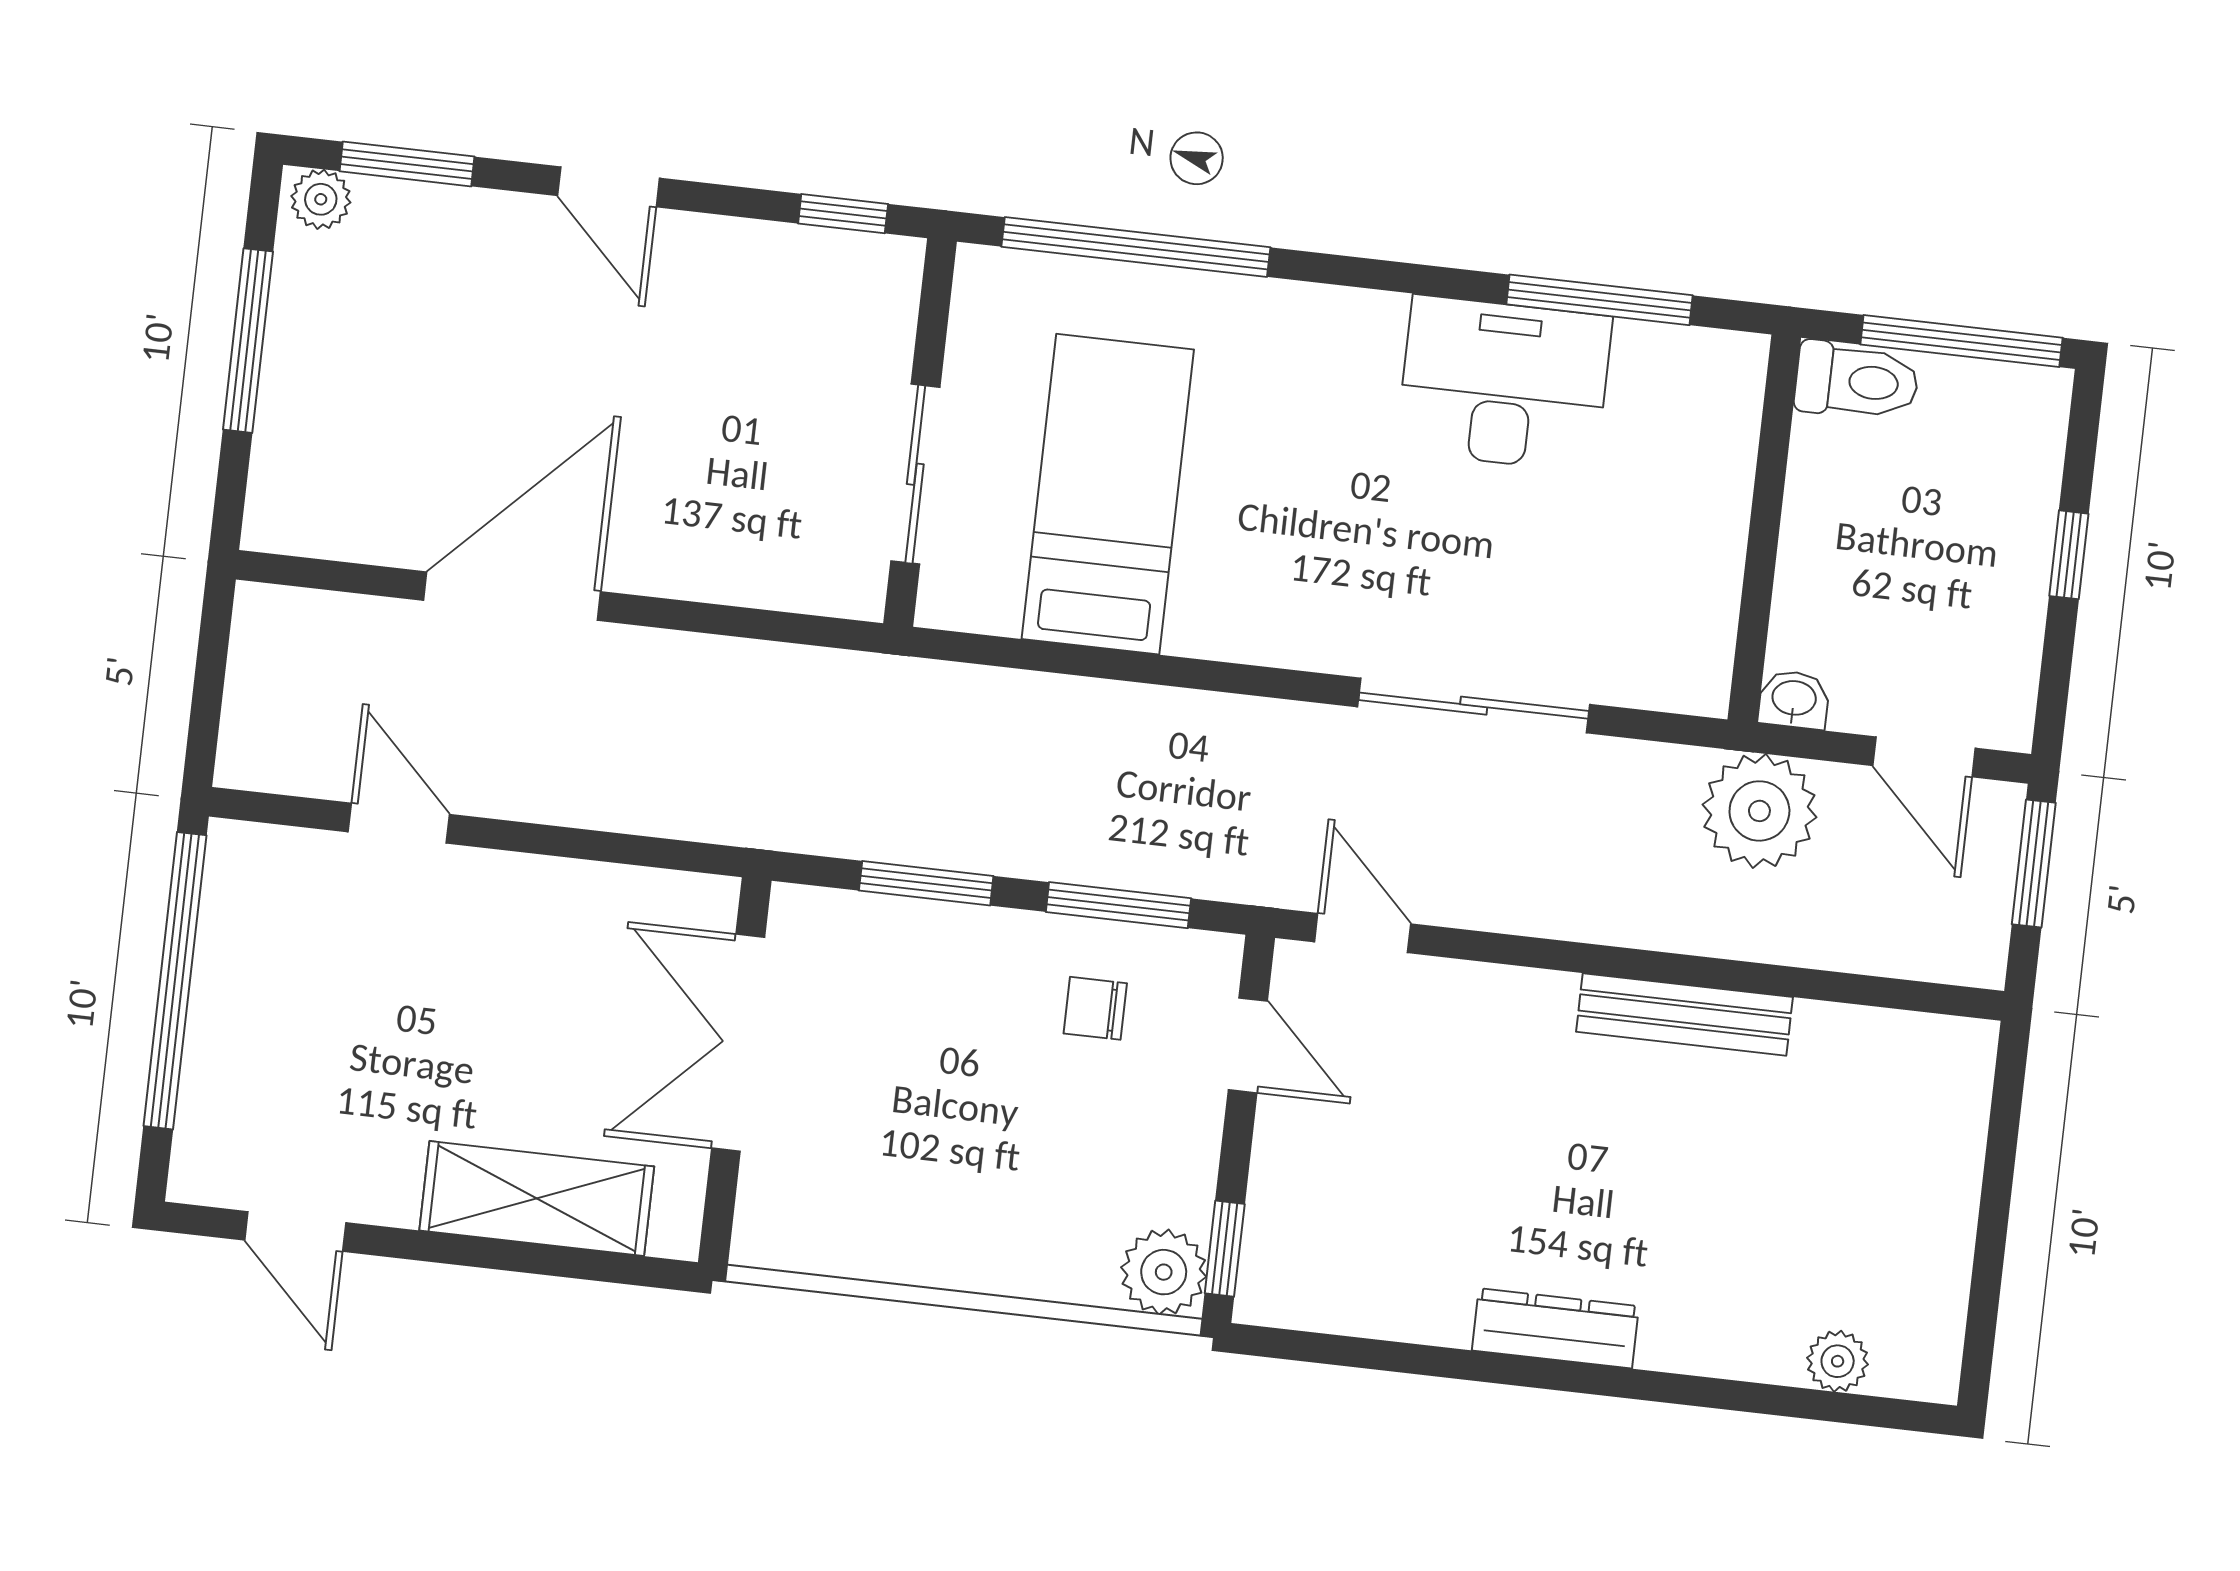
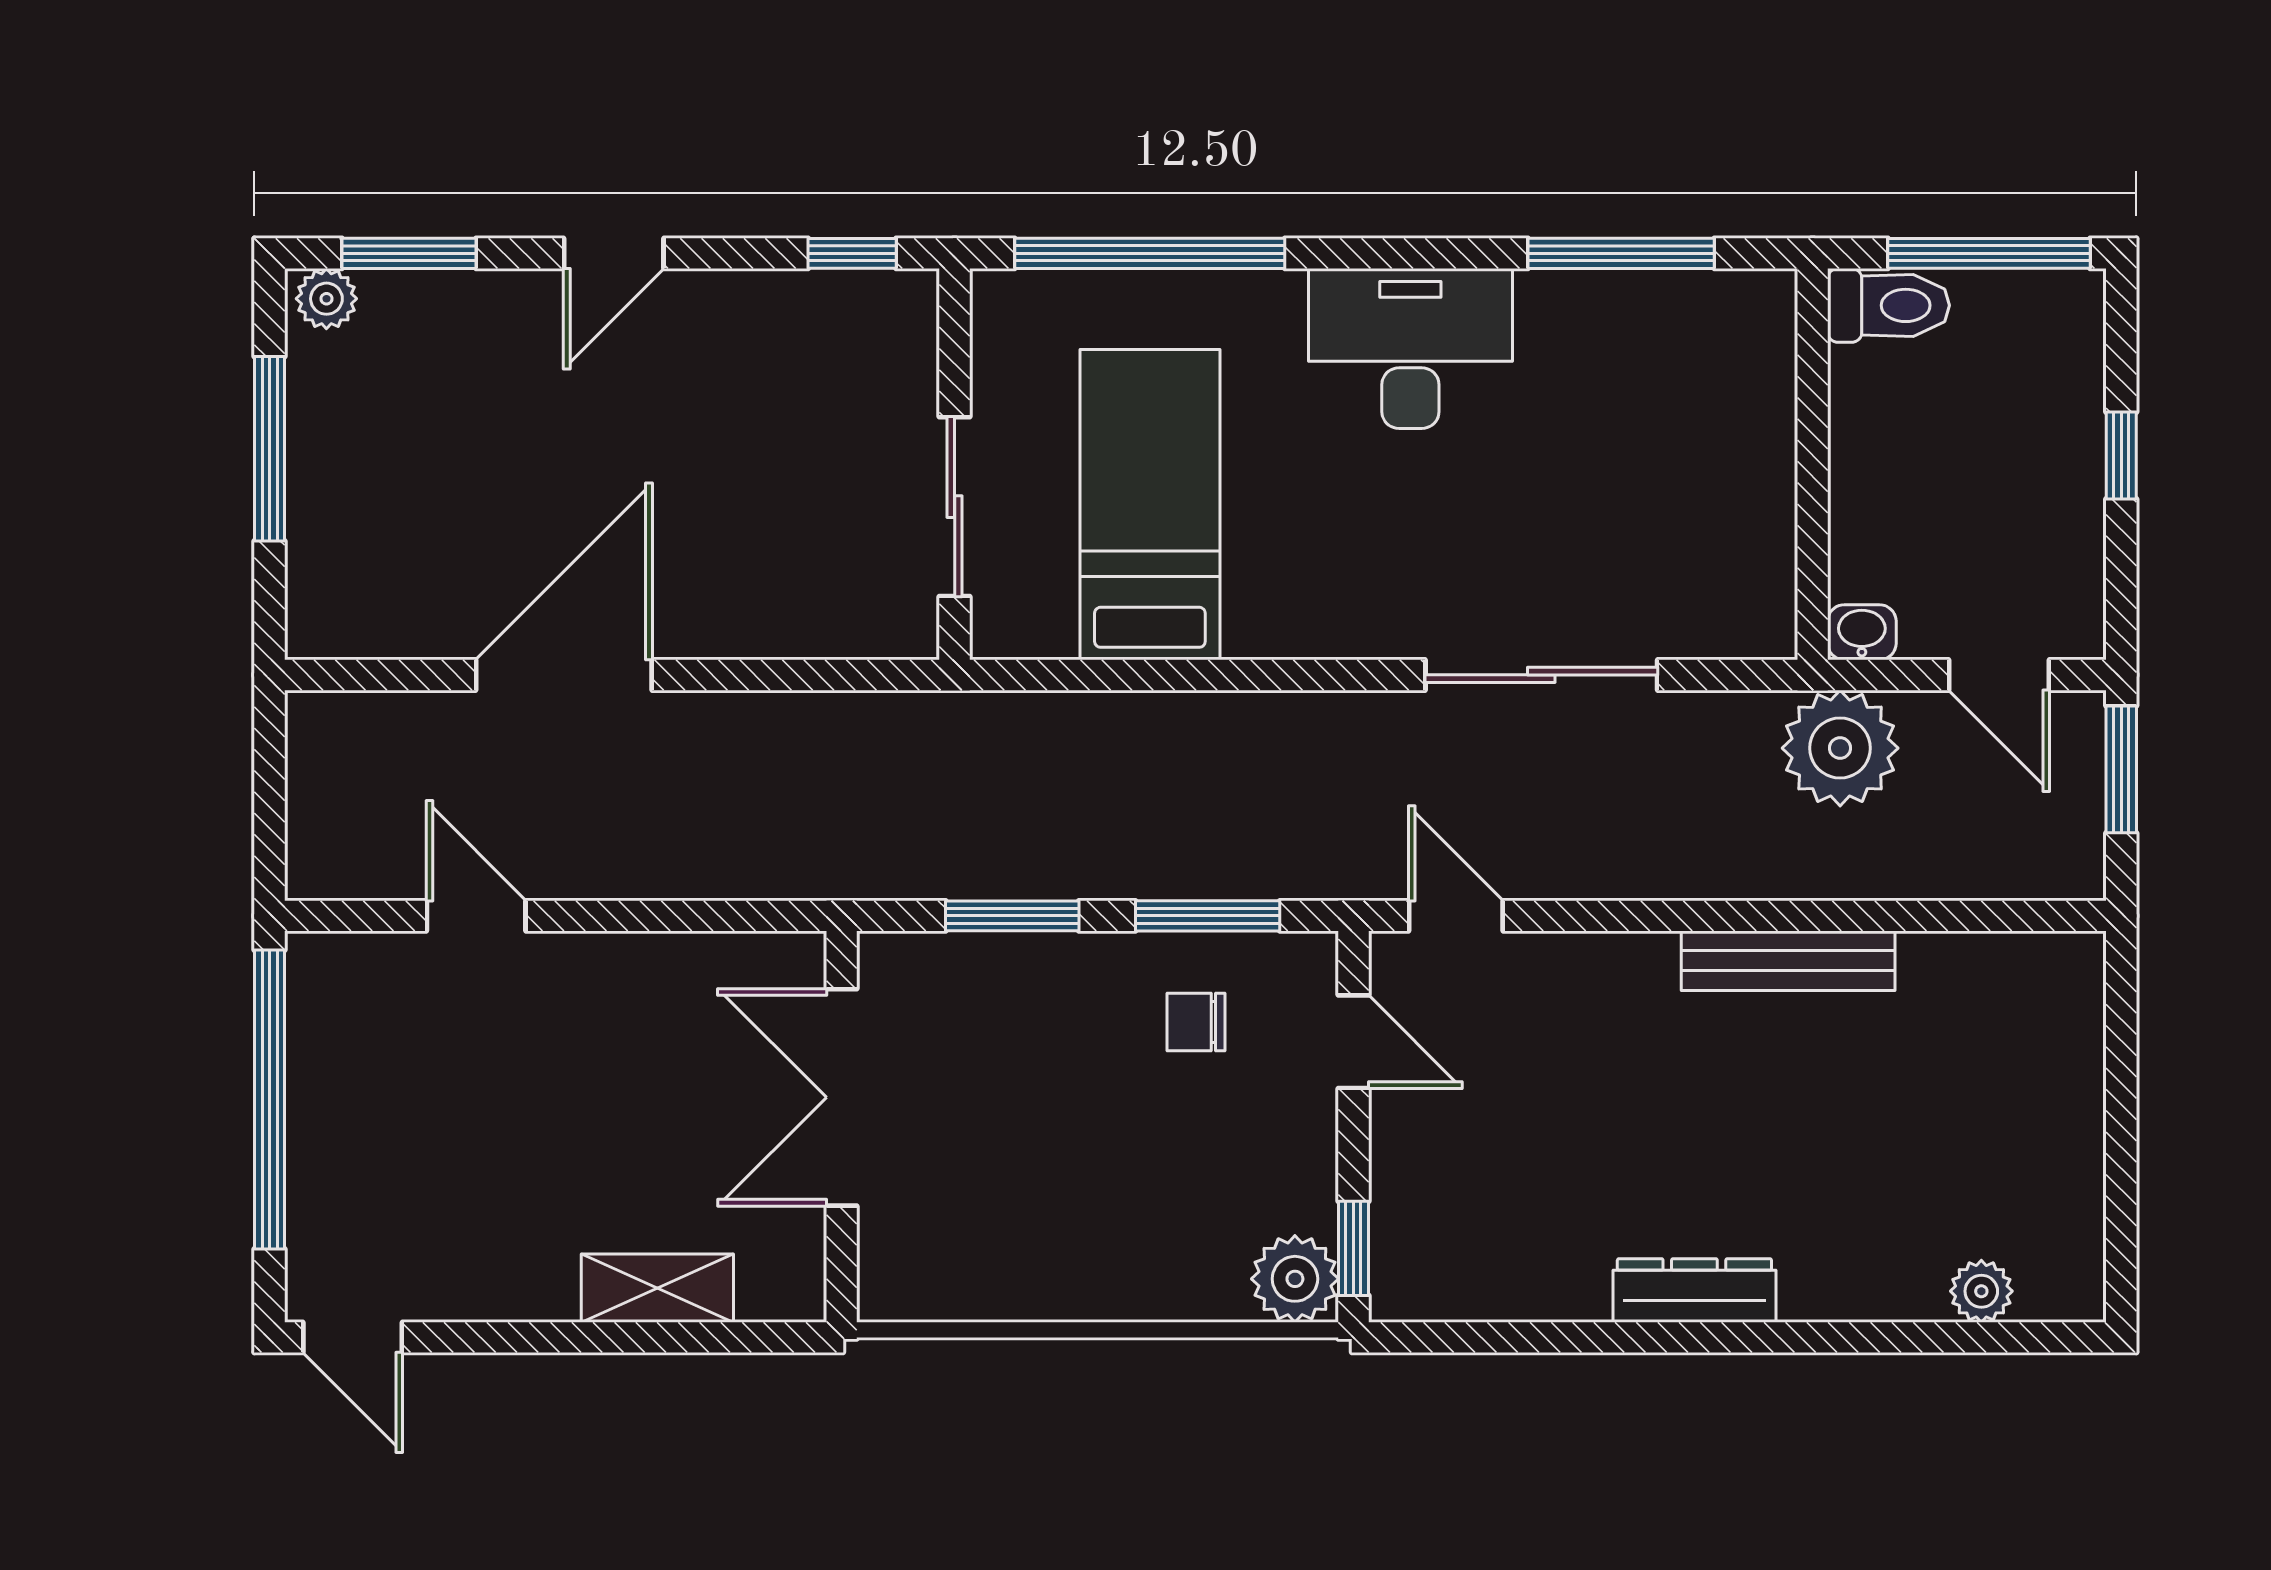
door: (608, 187) -> (614, 253), hinge flipped
desk: (1504, 384) -> (1410, 349), moved
shelving: (537, 1198) -> (657, 1288), width x0.67, depth x0.75
door: (295, 1231) -> (353, 1337), moved

